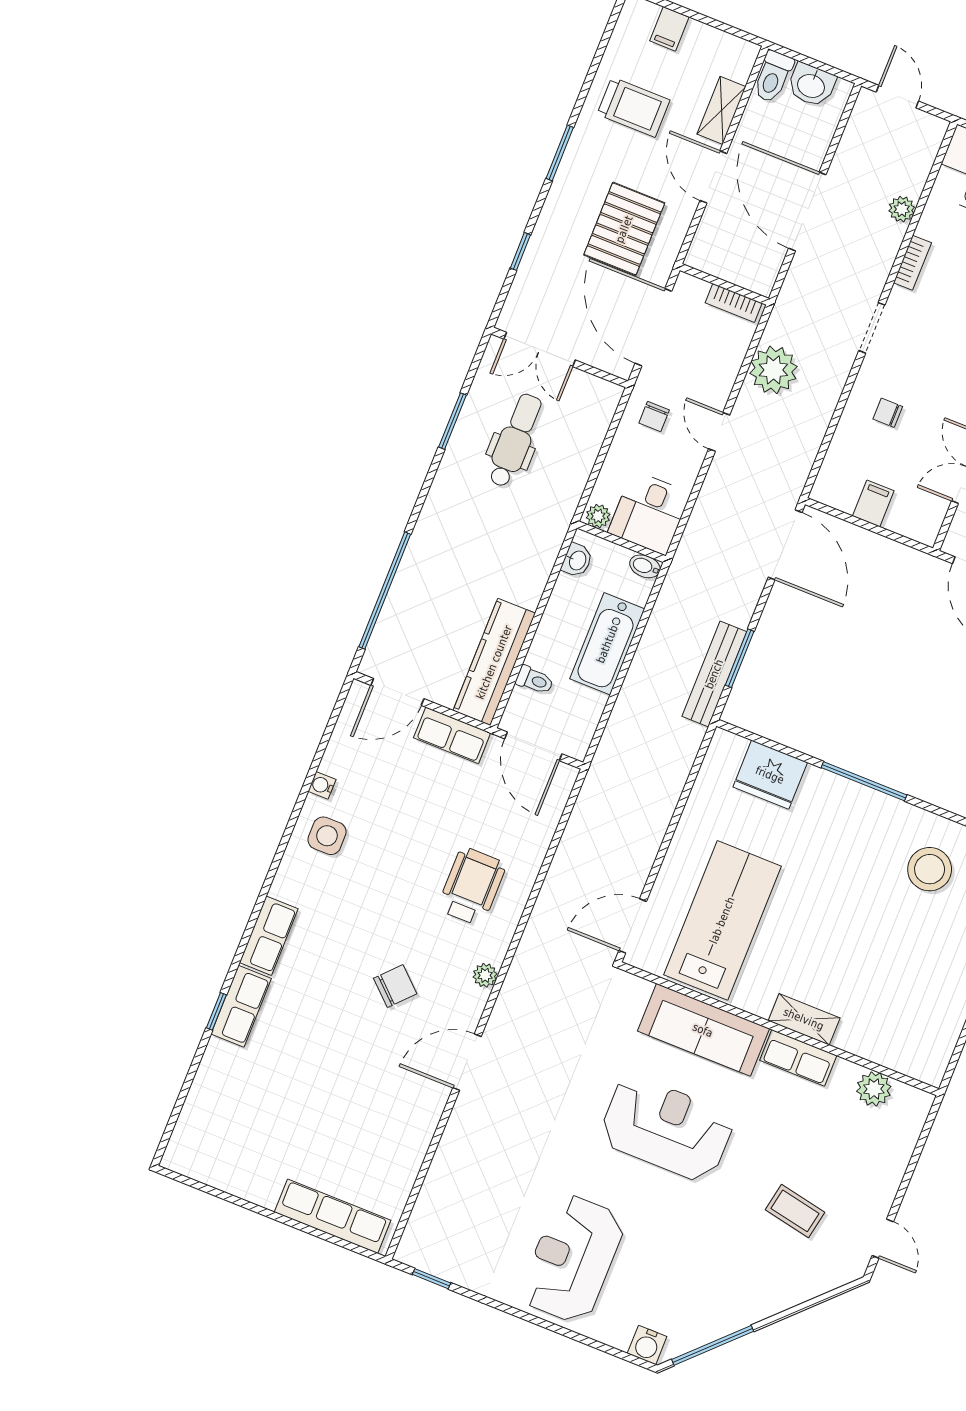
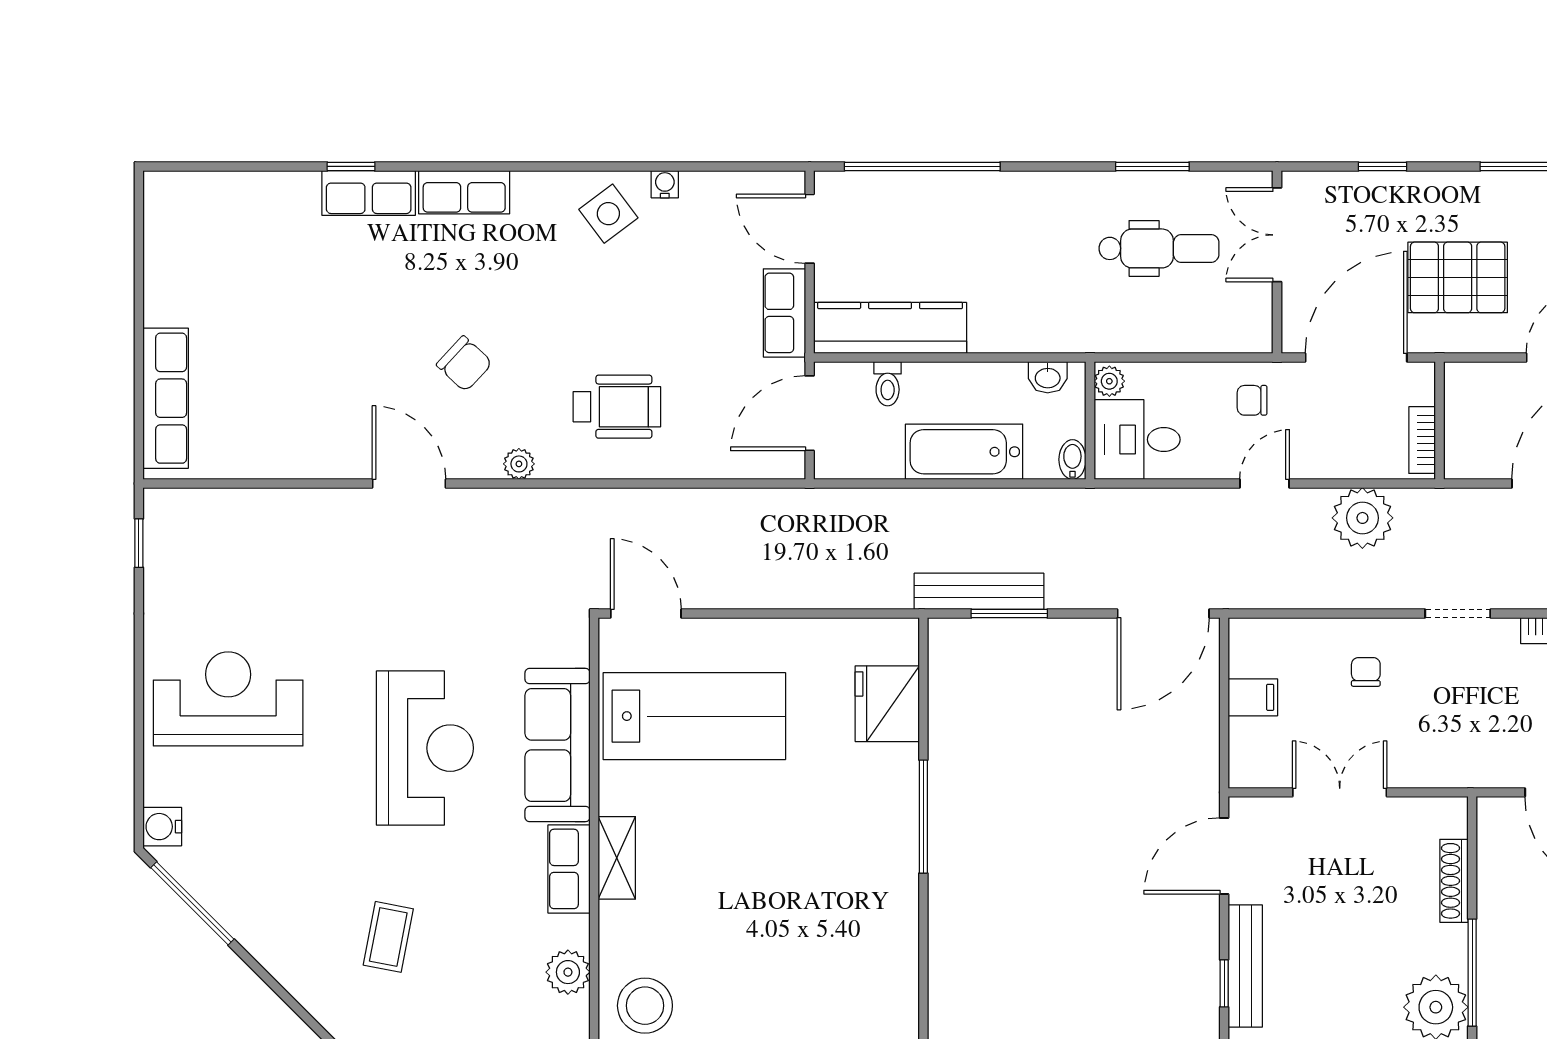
side table: (327, 836) -> (608, 214), turned -37
stool: (930, 869) -> (645, 1006), moved

